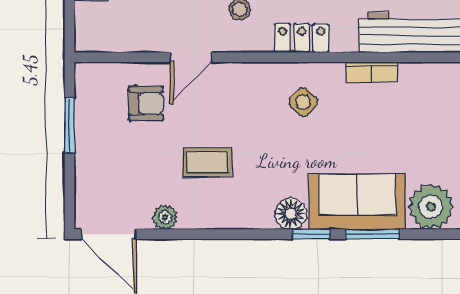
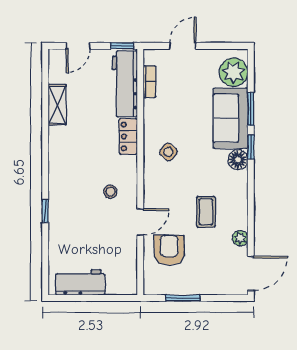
locker: (302, 38) -> (128, 136), moved
door: (191, 57) -> (140, 222), hinge flipped
bookcase: (372, 72) -> (150, 82), moved
armchair: (146, 103) -> (169, 250), width x1.38, depth x1.38

